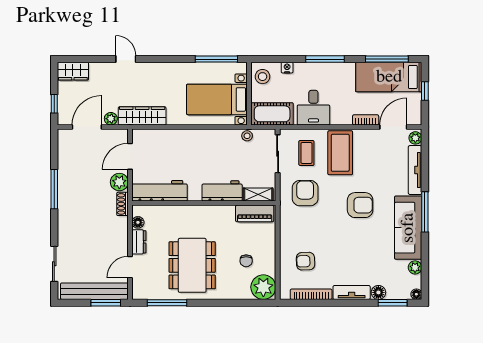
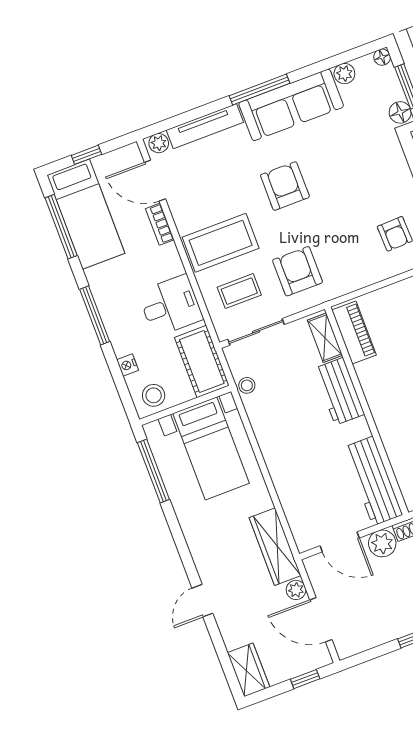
armchair: (305, 193) -> (298, 271), turned 90

